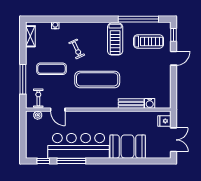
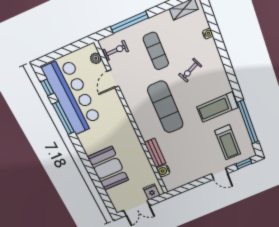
bar counter: (79, 146) -> (72, 96), moved

